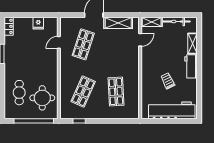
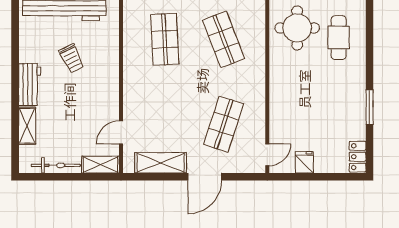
door: (59, 42) -> (267, 155), moved
shop shelf: (83, 92) -> (224, 39), turned -45

